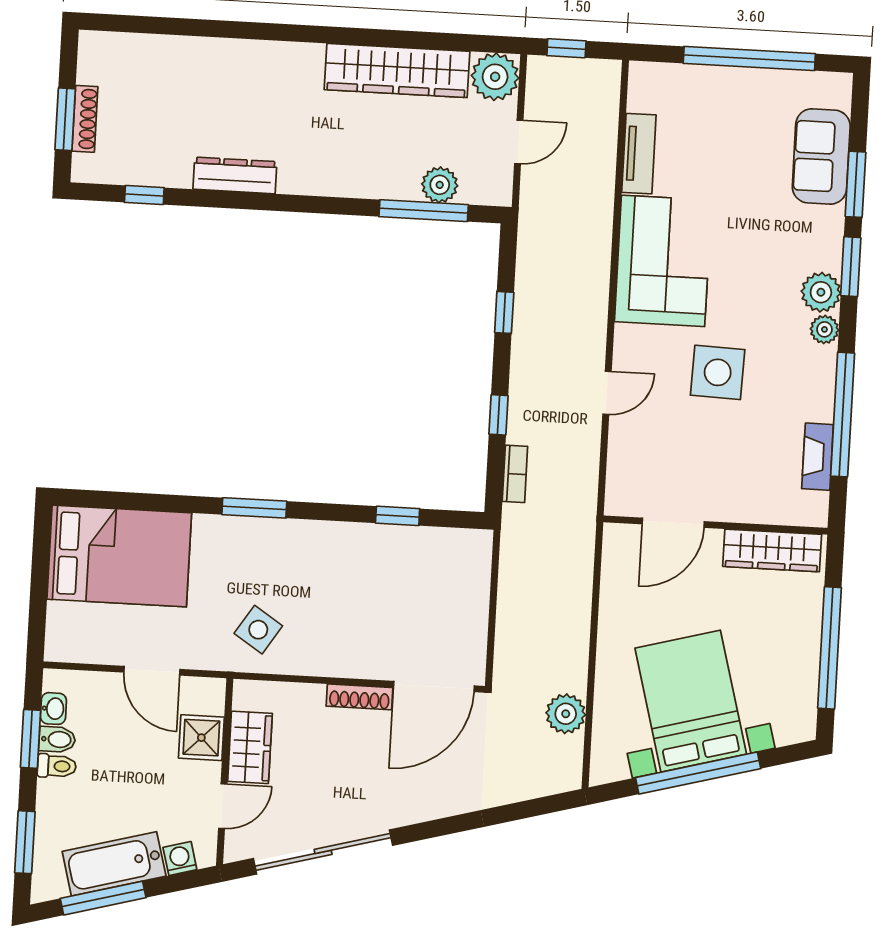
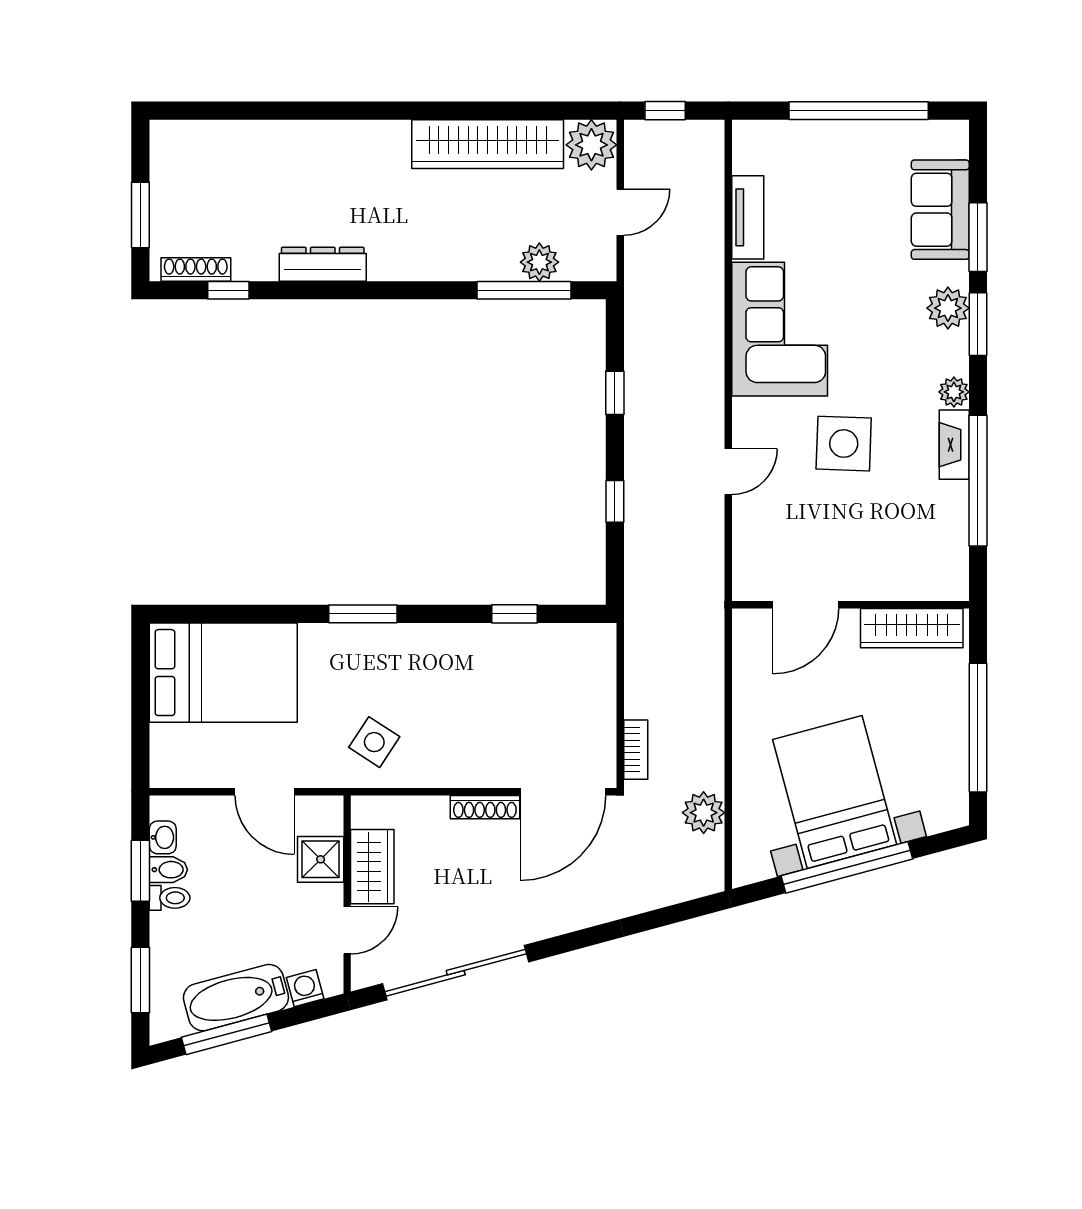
shoe rack: (85, 119) -> (196, 269), moved, turned -90
plant: (821, 292) -> (948, 308), moved
fireplace: (818, 457) -> (954, 445), moved
bookcase: (515, 474) -> (636, 750), moved

